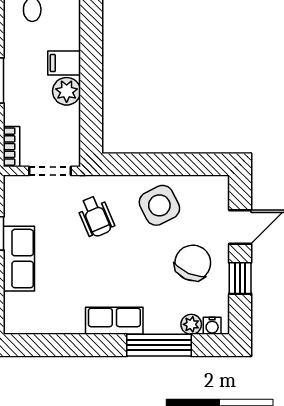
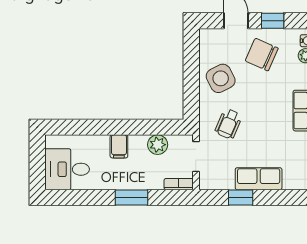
plant: (67, 91) -> (158, 145), moved
wheelchair: (96, 216) -> (228, 124), turned 136

